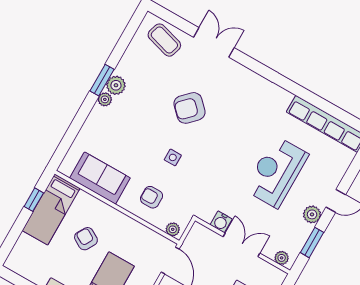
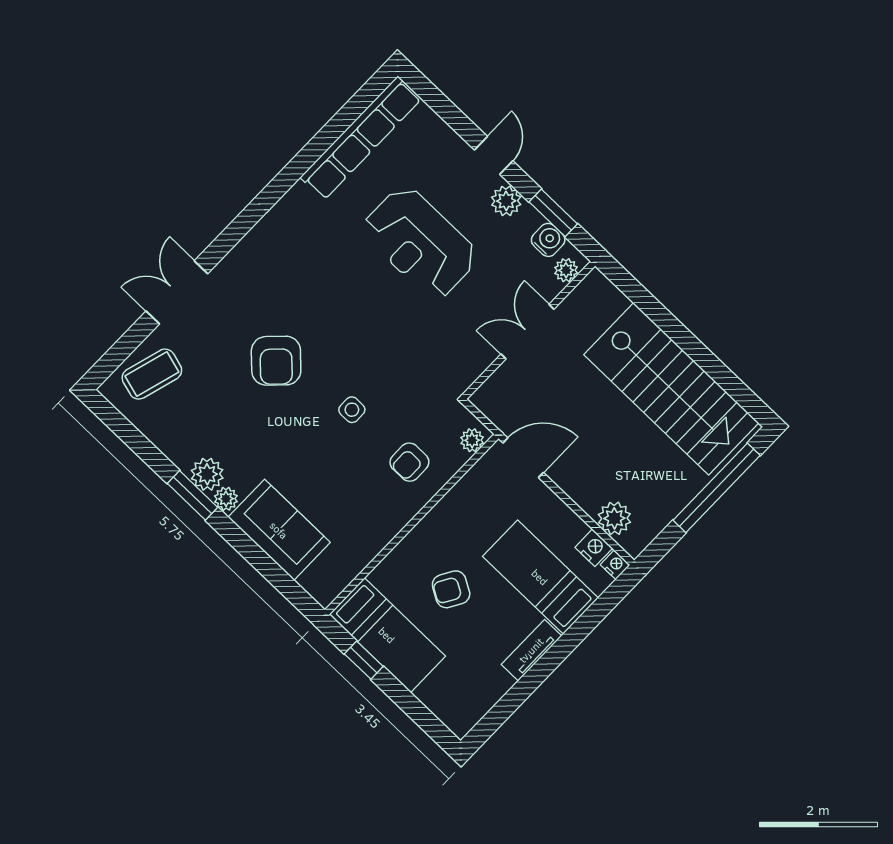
sofa: (100, 178) -> (279, 530), moved, turned 90
water cooler: (221, 222) -> (548, 240), moved, turned -90

